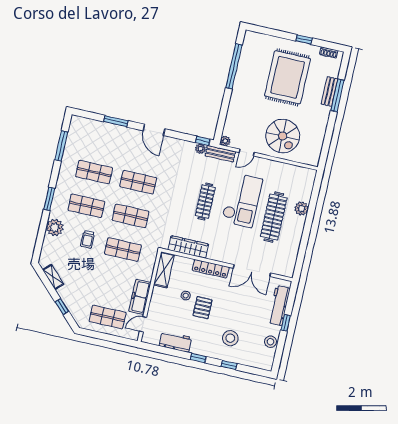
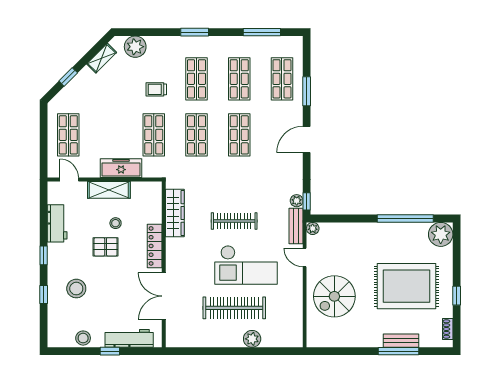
plant: (253, 41) -> (441, 234), added
shop shelf: (102, 138) -> (282, 79), added
plant: (55, 228) -> (135, 47), moved
shelving: (164, 270) -> (109, 190), moved
freezer: (140, 297) -> (121, 168), moved

